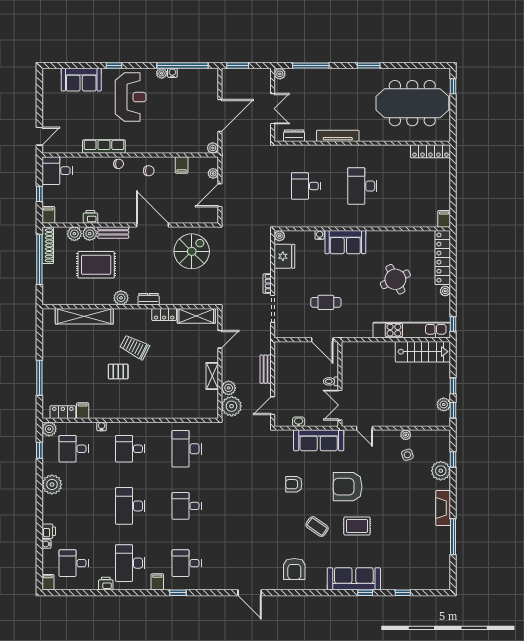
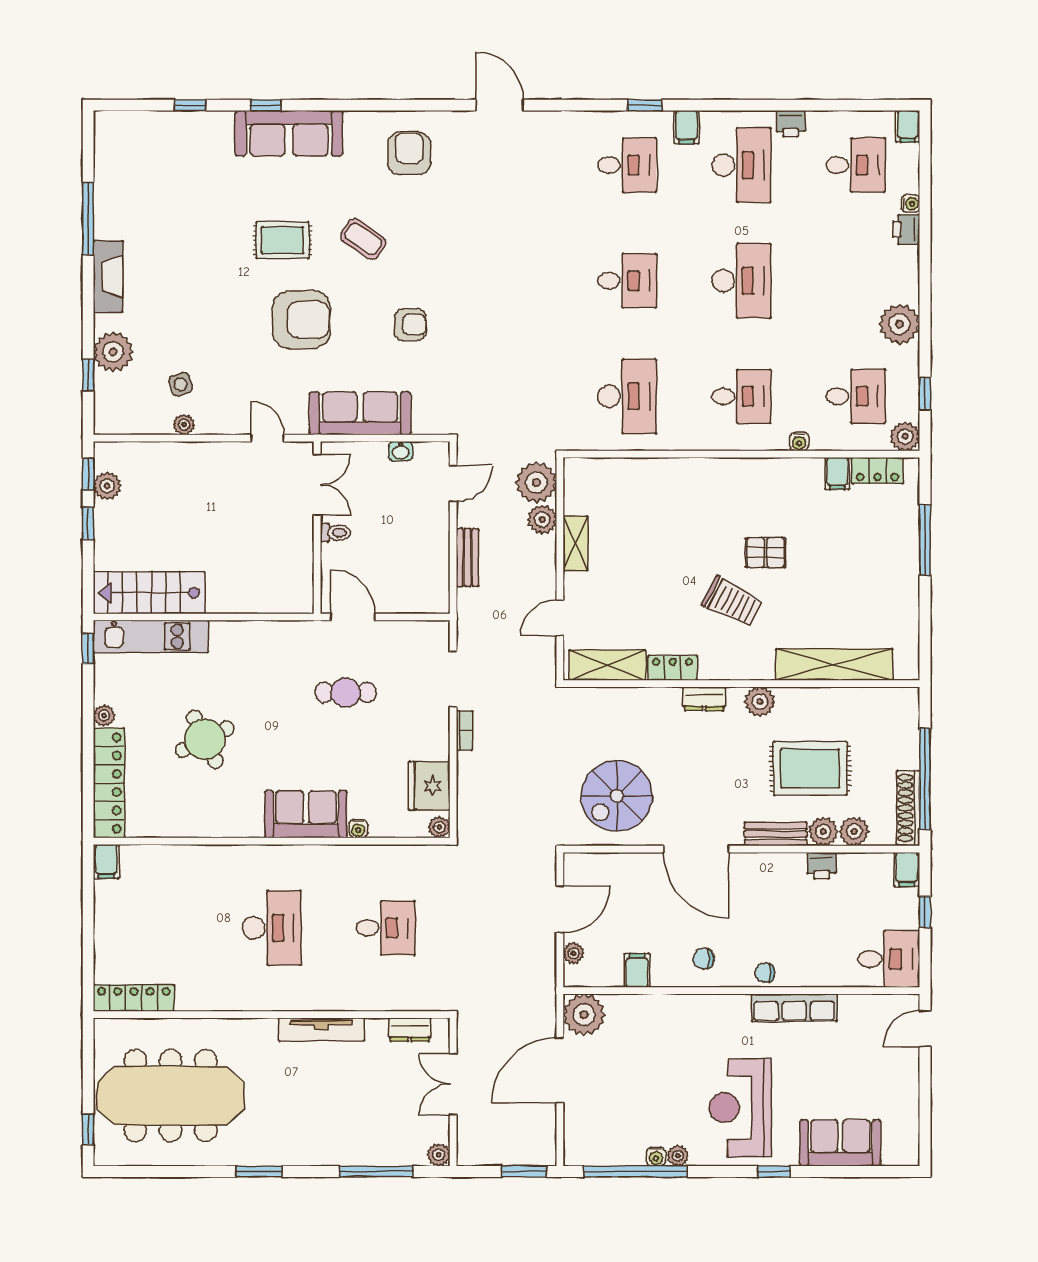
plant: (213, 148) -> (584, 1015), width x1.87, depth x1.87
kitchen unit: (412, 330) -> (151, 636), width x0.73

